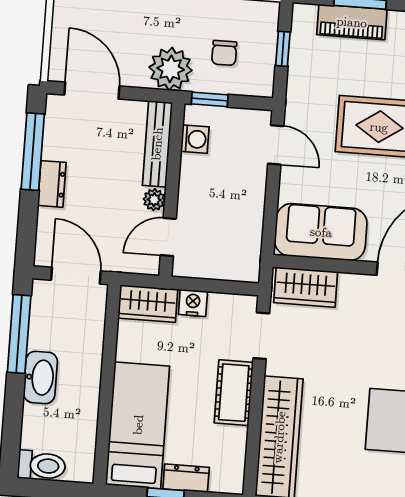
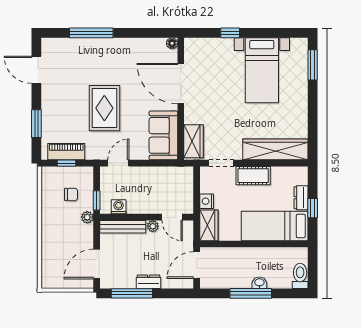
piano: (352, 22) -> (66, 152), moved, turned -90
plant: (171, 69) -> (87, 217), width x0.53, depth x0.53
window: (19, 334) -> (251, 293), moved
washbasin: (40, 377) -> (259, 283), width x0.52, depth x0.69

